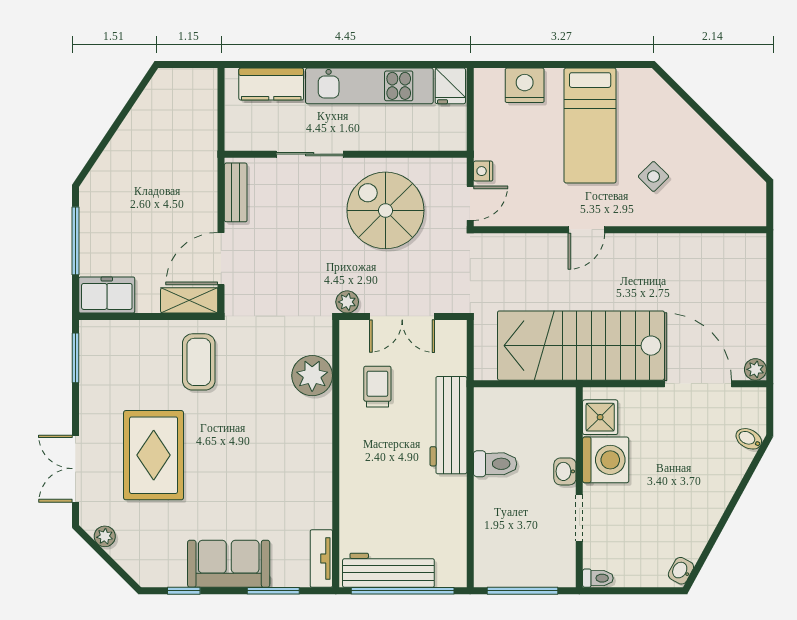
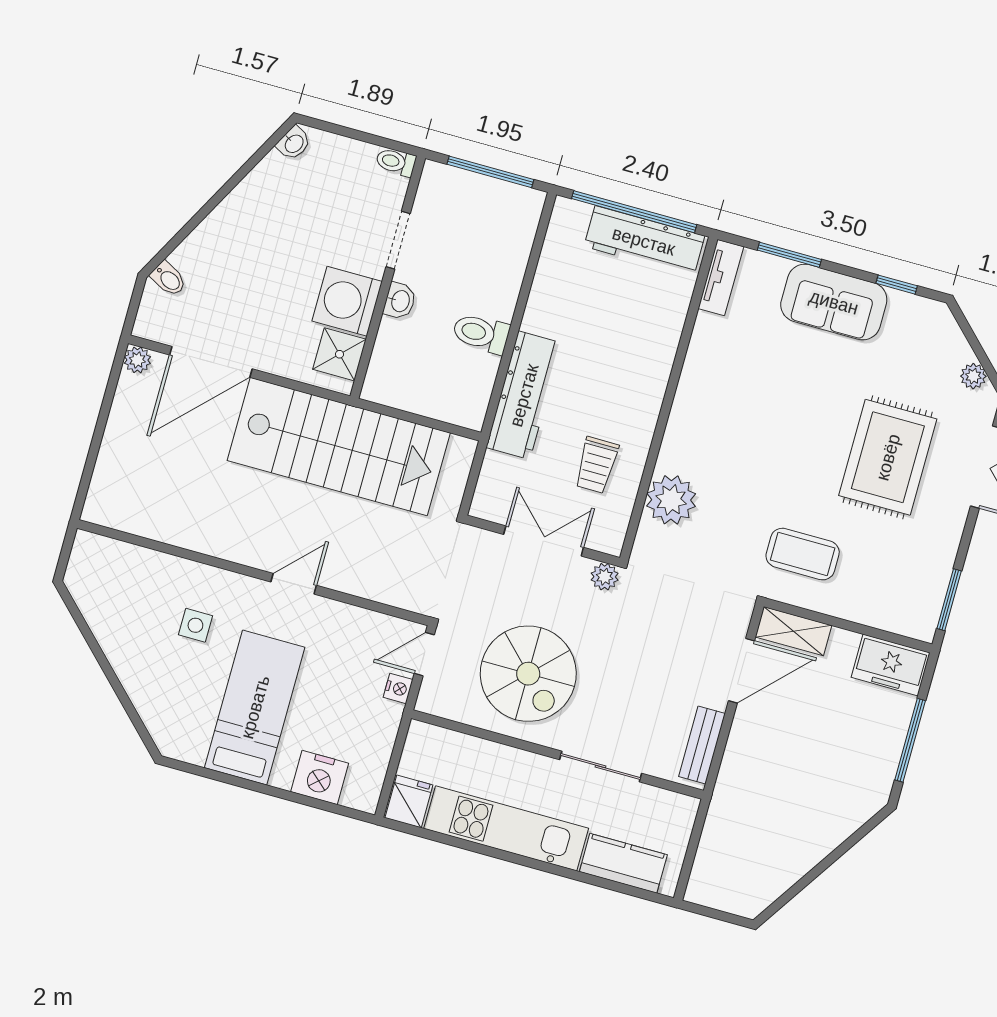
side table: (653, 176) -> (195, 625), turned 45
coffee table: (199, 362) -> (803, 554), turned 90
door: (698, 384) -> (211, 362), hinge flipped

